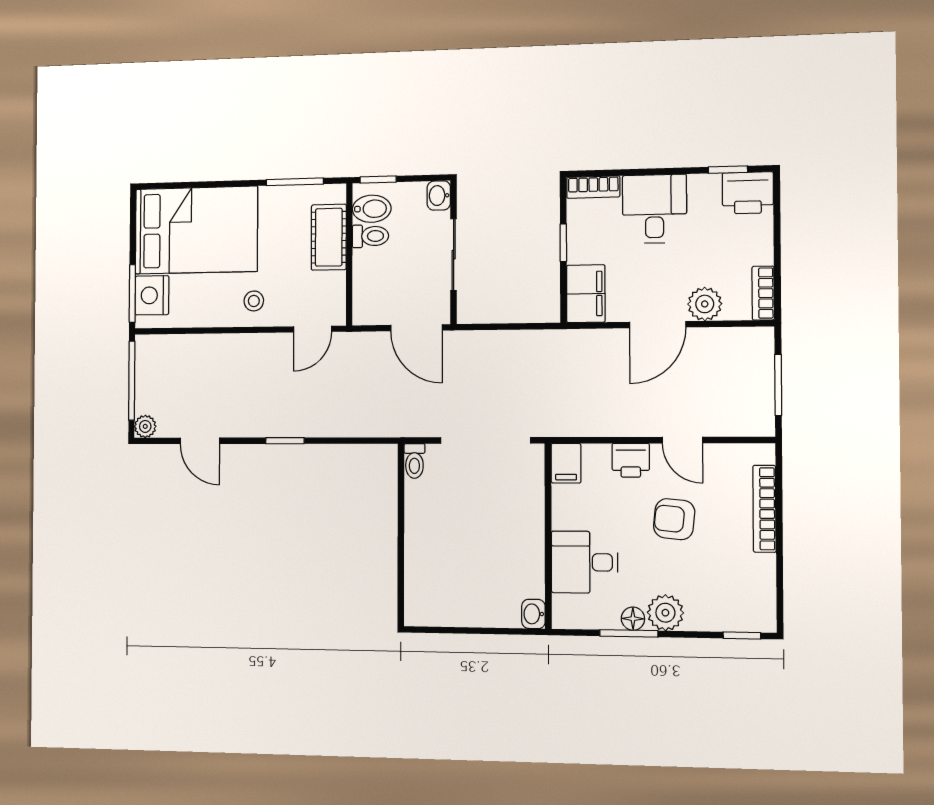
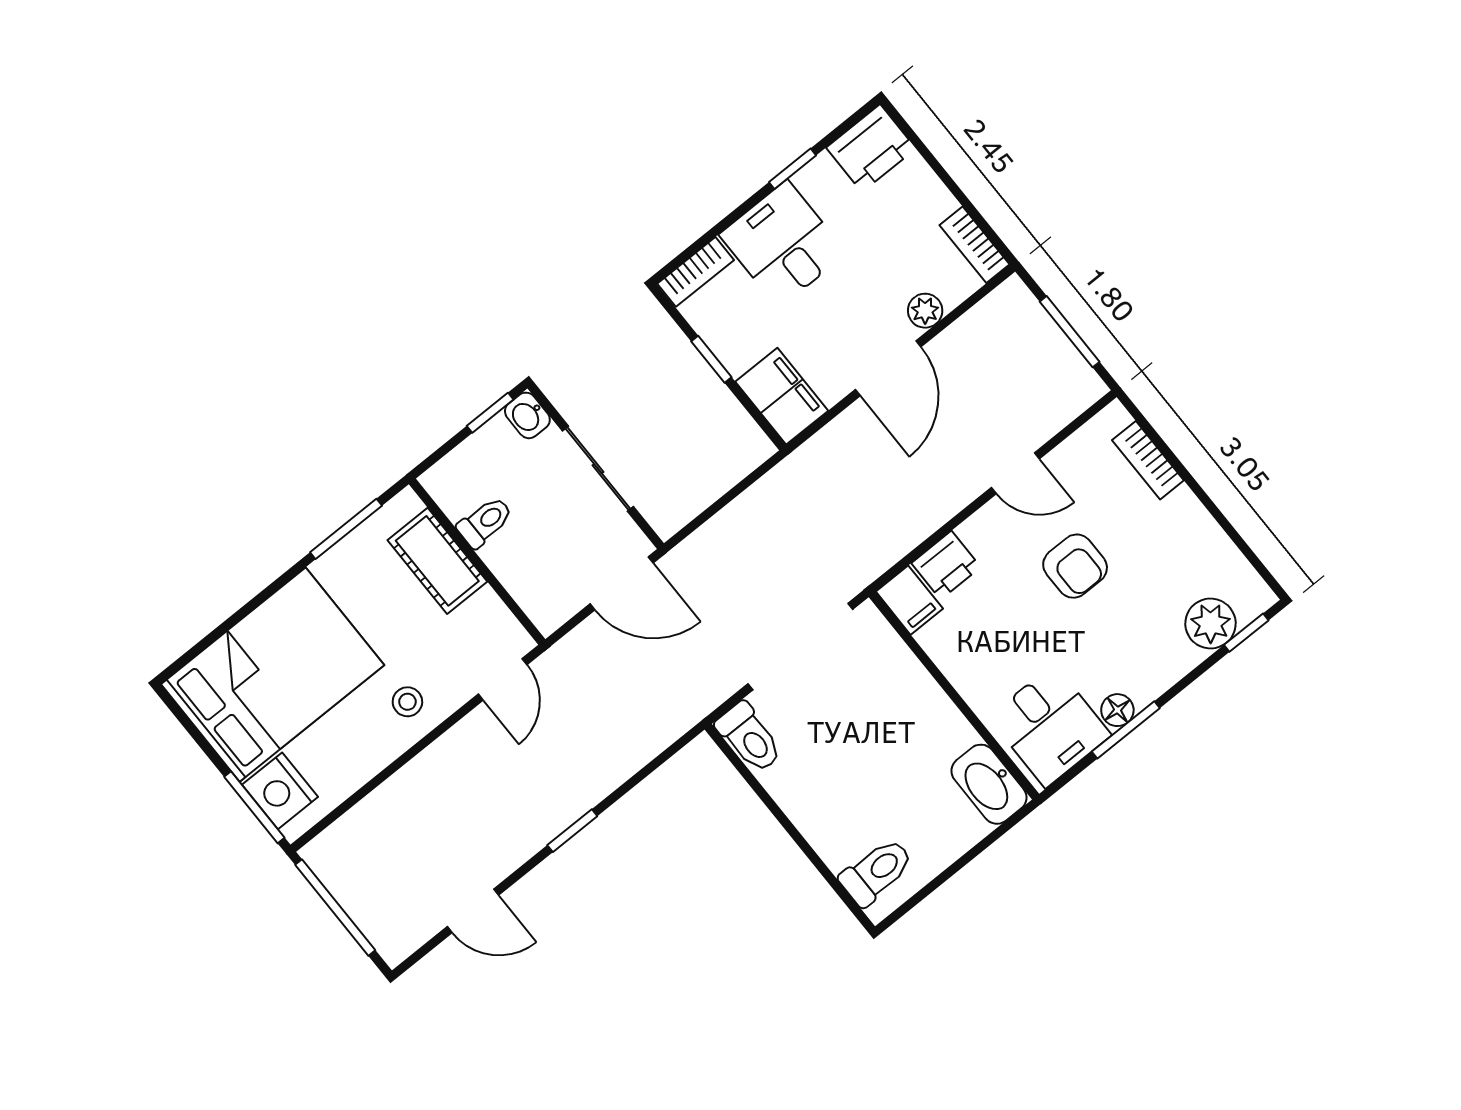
window: (728, 170) -> (793, 169), moved
window: (378, 180) -> (490, 413), moved
bidet: (372, 209) -> (462, 490), removed
plant: (705, 304) -> (925, 311), width x0.73, depth x0.73
plant: (145, 426) -> (394, 947), removed
printer: (631, 460) -> (946, 565), moved
toilet: (414, 461) -> (749, 738), width x1.37, depth x1.39
bookcase: (764, 509) -> (1148, 460), width x0.64
armchair: (674, 519) -> (1075, 566), turned -96
desk: (584, 562) -> (1050, 726), moved, turned -90
toilet: (428, 597) -> (877, 872), added
plant: (665, 613) -> (1210, 624), moved
washbasin: (533, 614) -> (989, 784), width x1.91, depth x1.45

